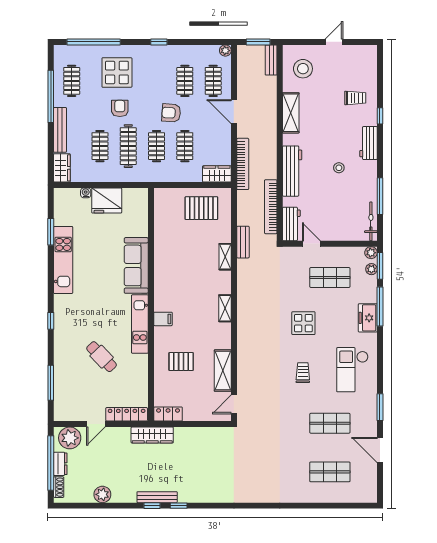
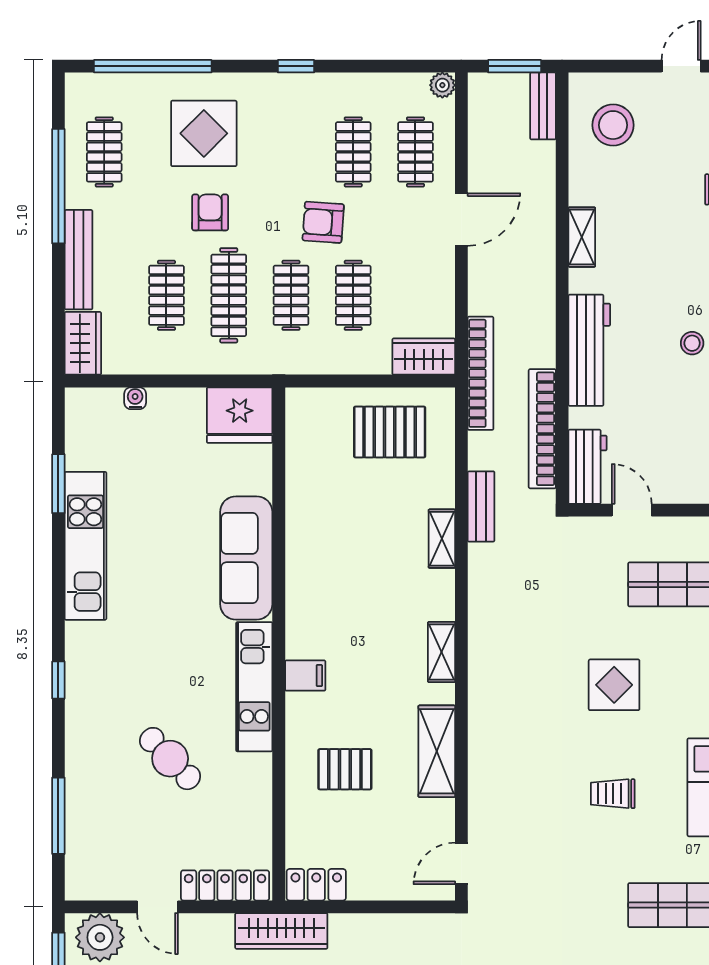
door: (234, 112) -> (461, 220), swing flipped
shelving: (291, 113) -> (582, 237), width x0.67, depth x0.75
bookcase: (243, 164) -> (481, 373), moved
fridge: (107, 201) -> (240, 415), moved
shelving: (223, 371) -> (437, 751), moved
trolley: (303, 373) -> (613, 794), turned -90
door: (96, 424) -> (158, 907), hinge flipped

